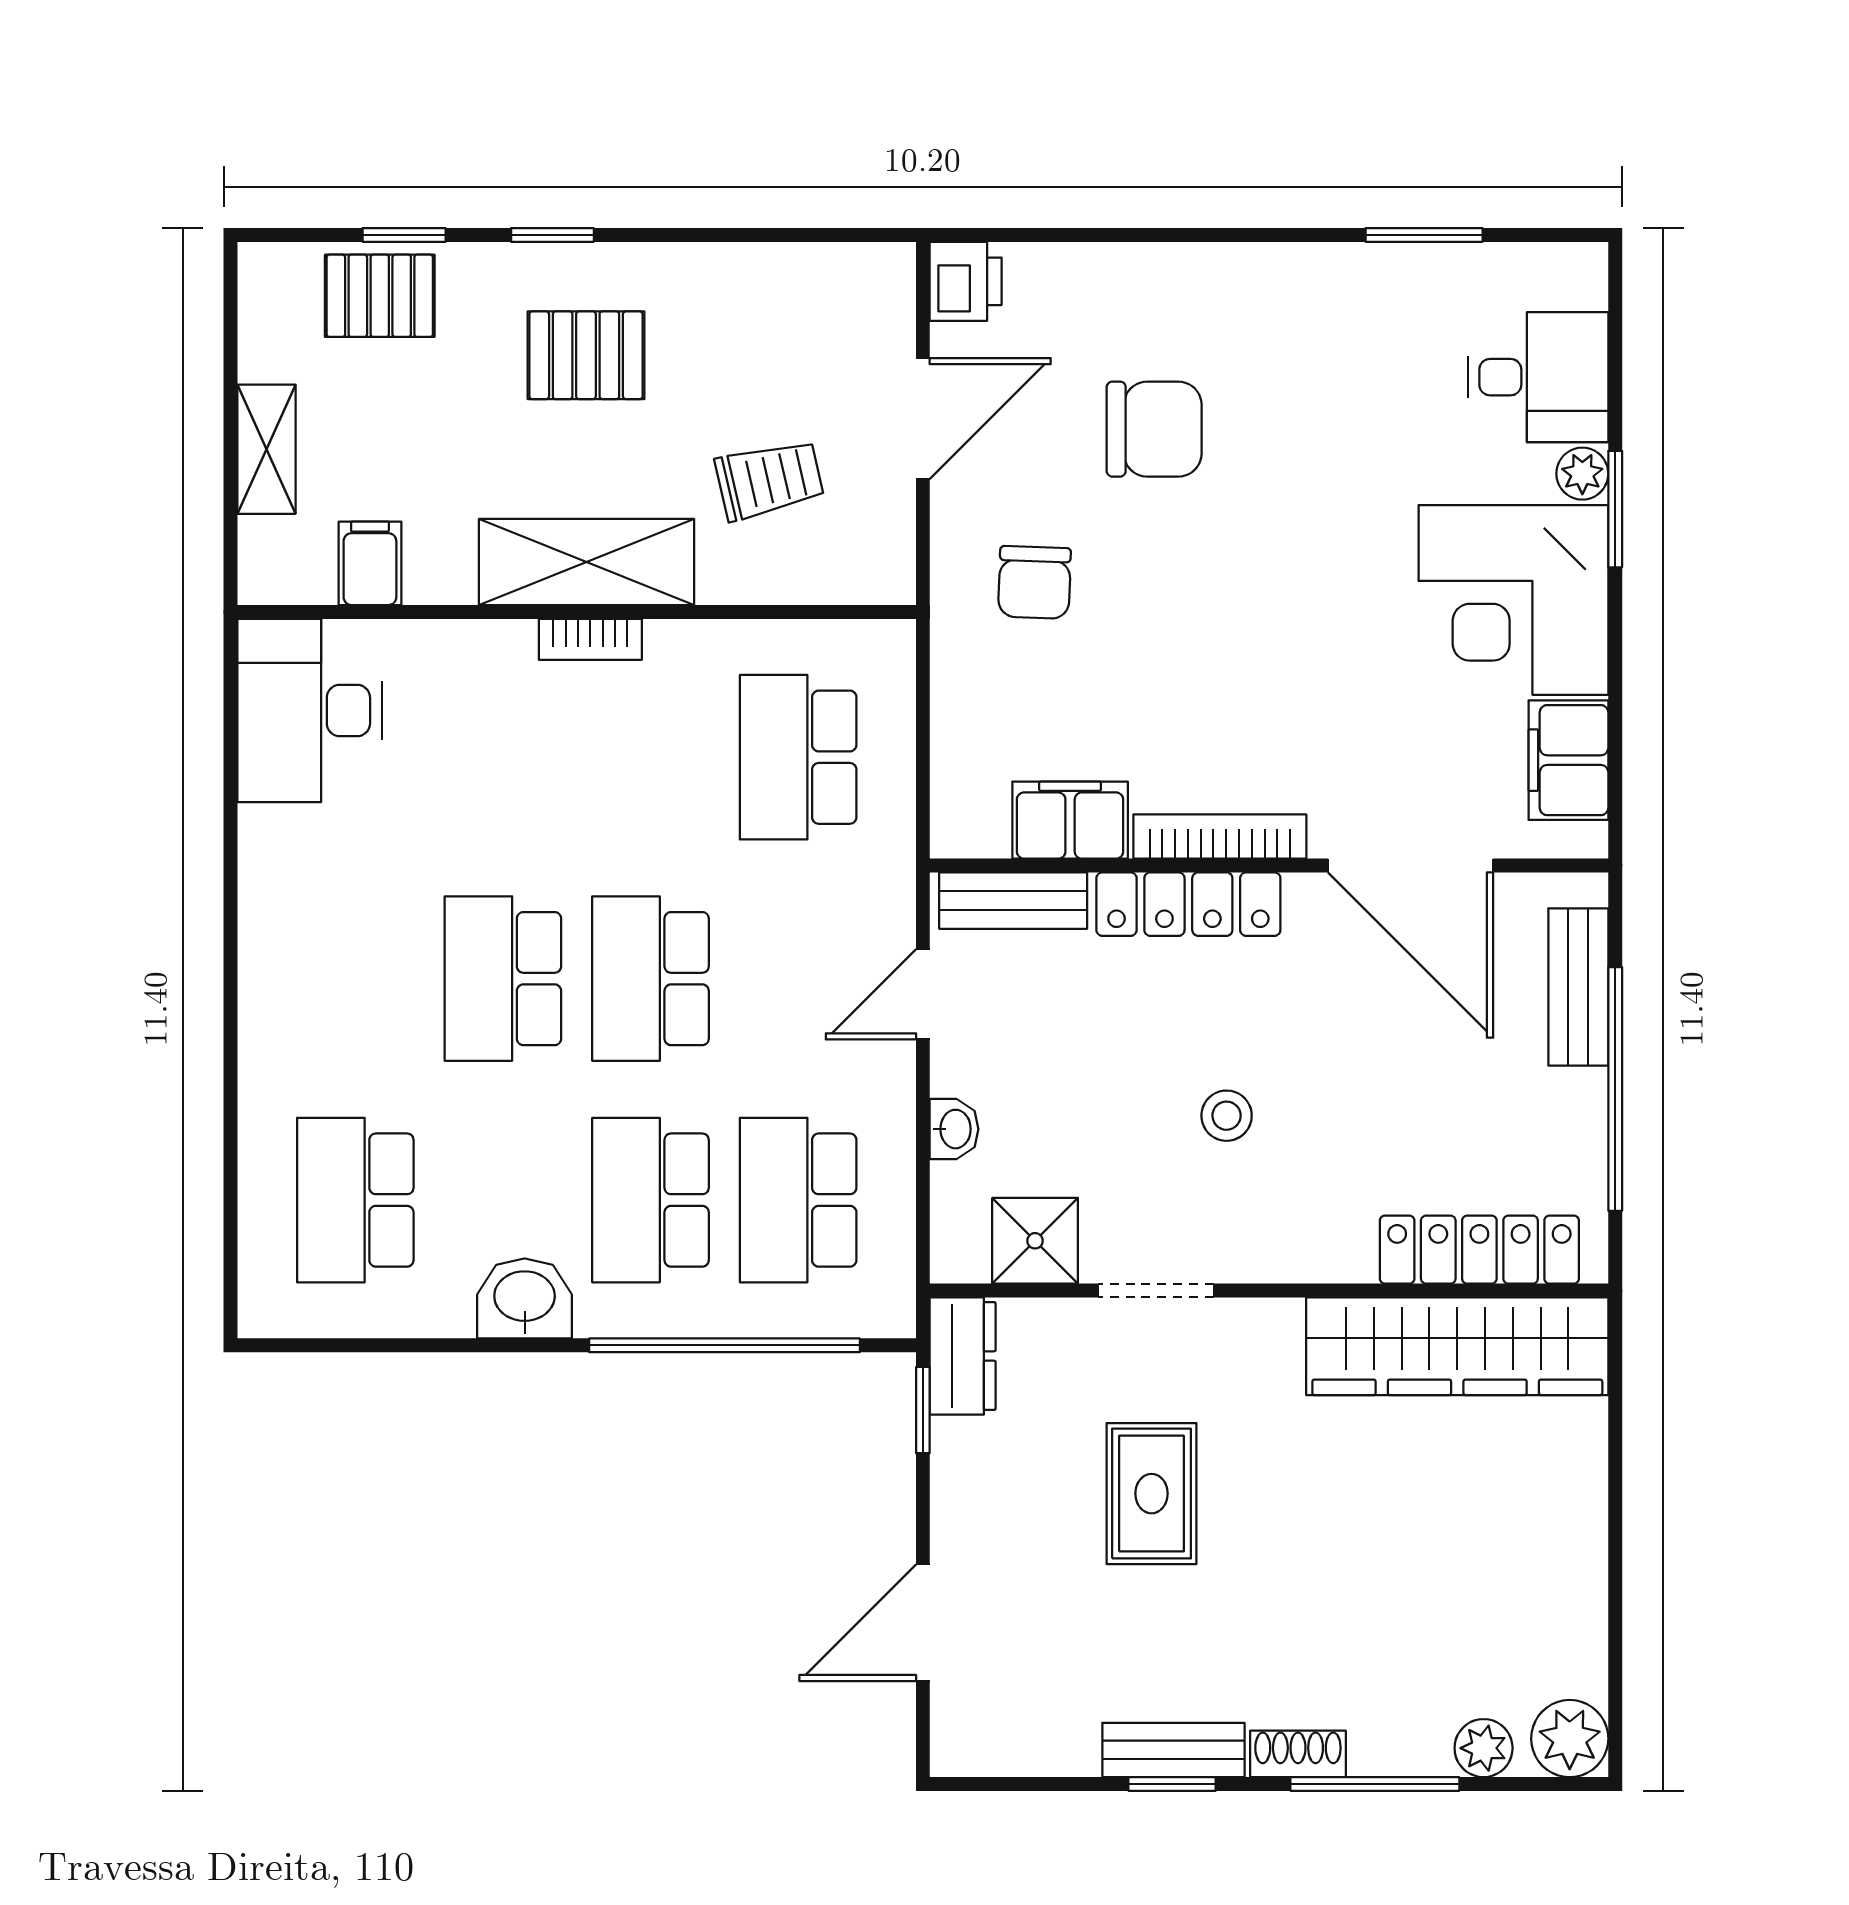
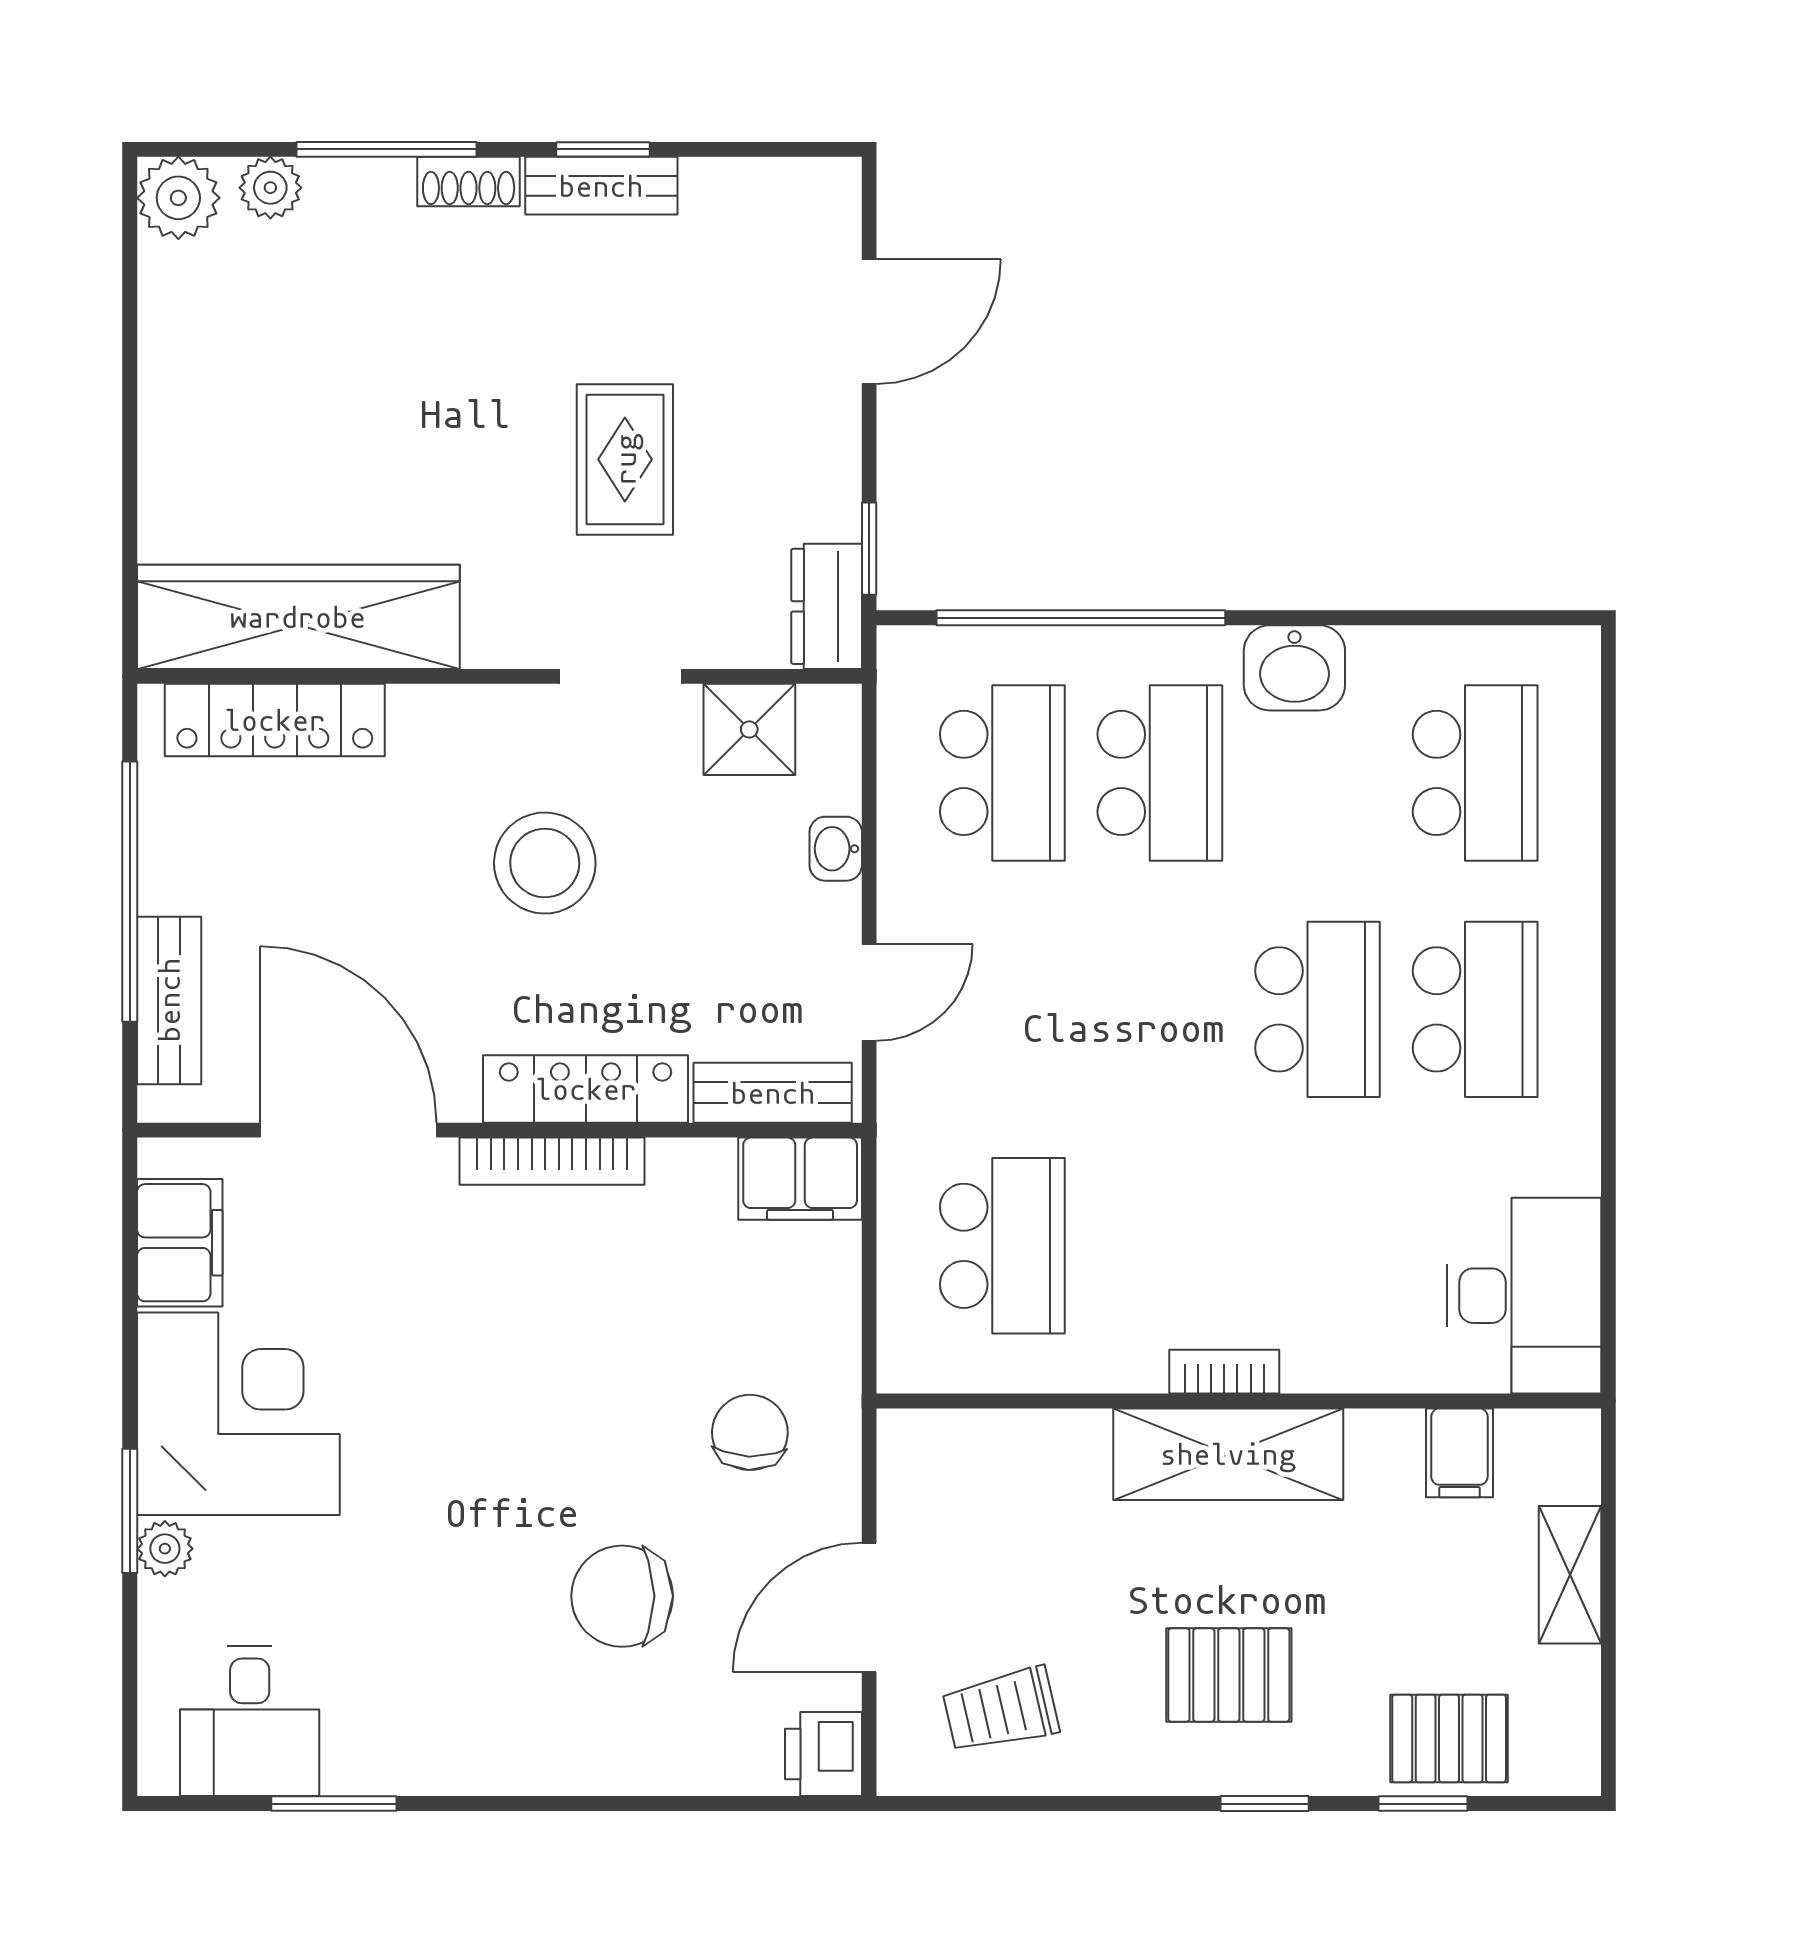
desk: (1538, 377) -> (250, 1721), moved, turned -90
trolley: (769, 480) -> (1001, 1710), moved
filing cabinet: (1070, 820) -> (800, 1179), moved
school desk: (651, 979) -> (1475, 1009), moved
stool: (1227, 1116) -> (545, 863), width x1.89, depth x1.89

